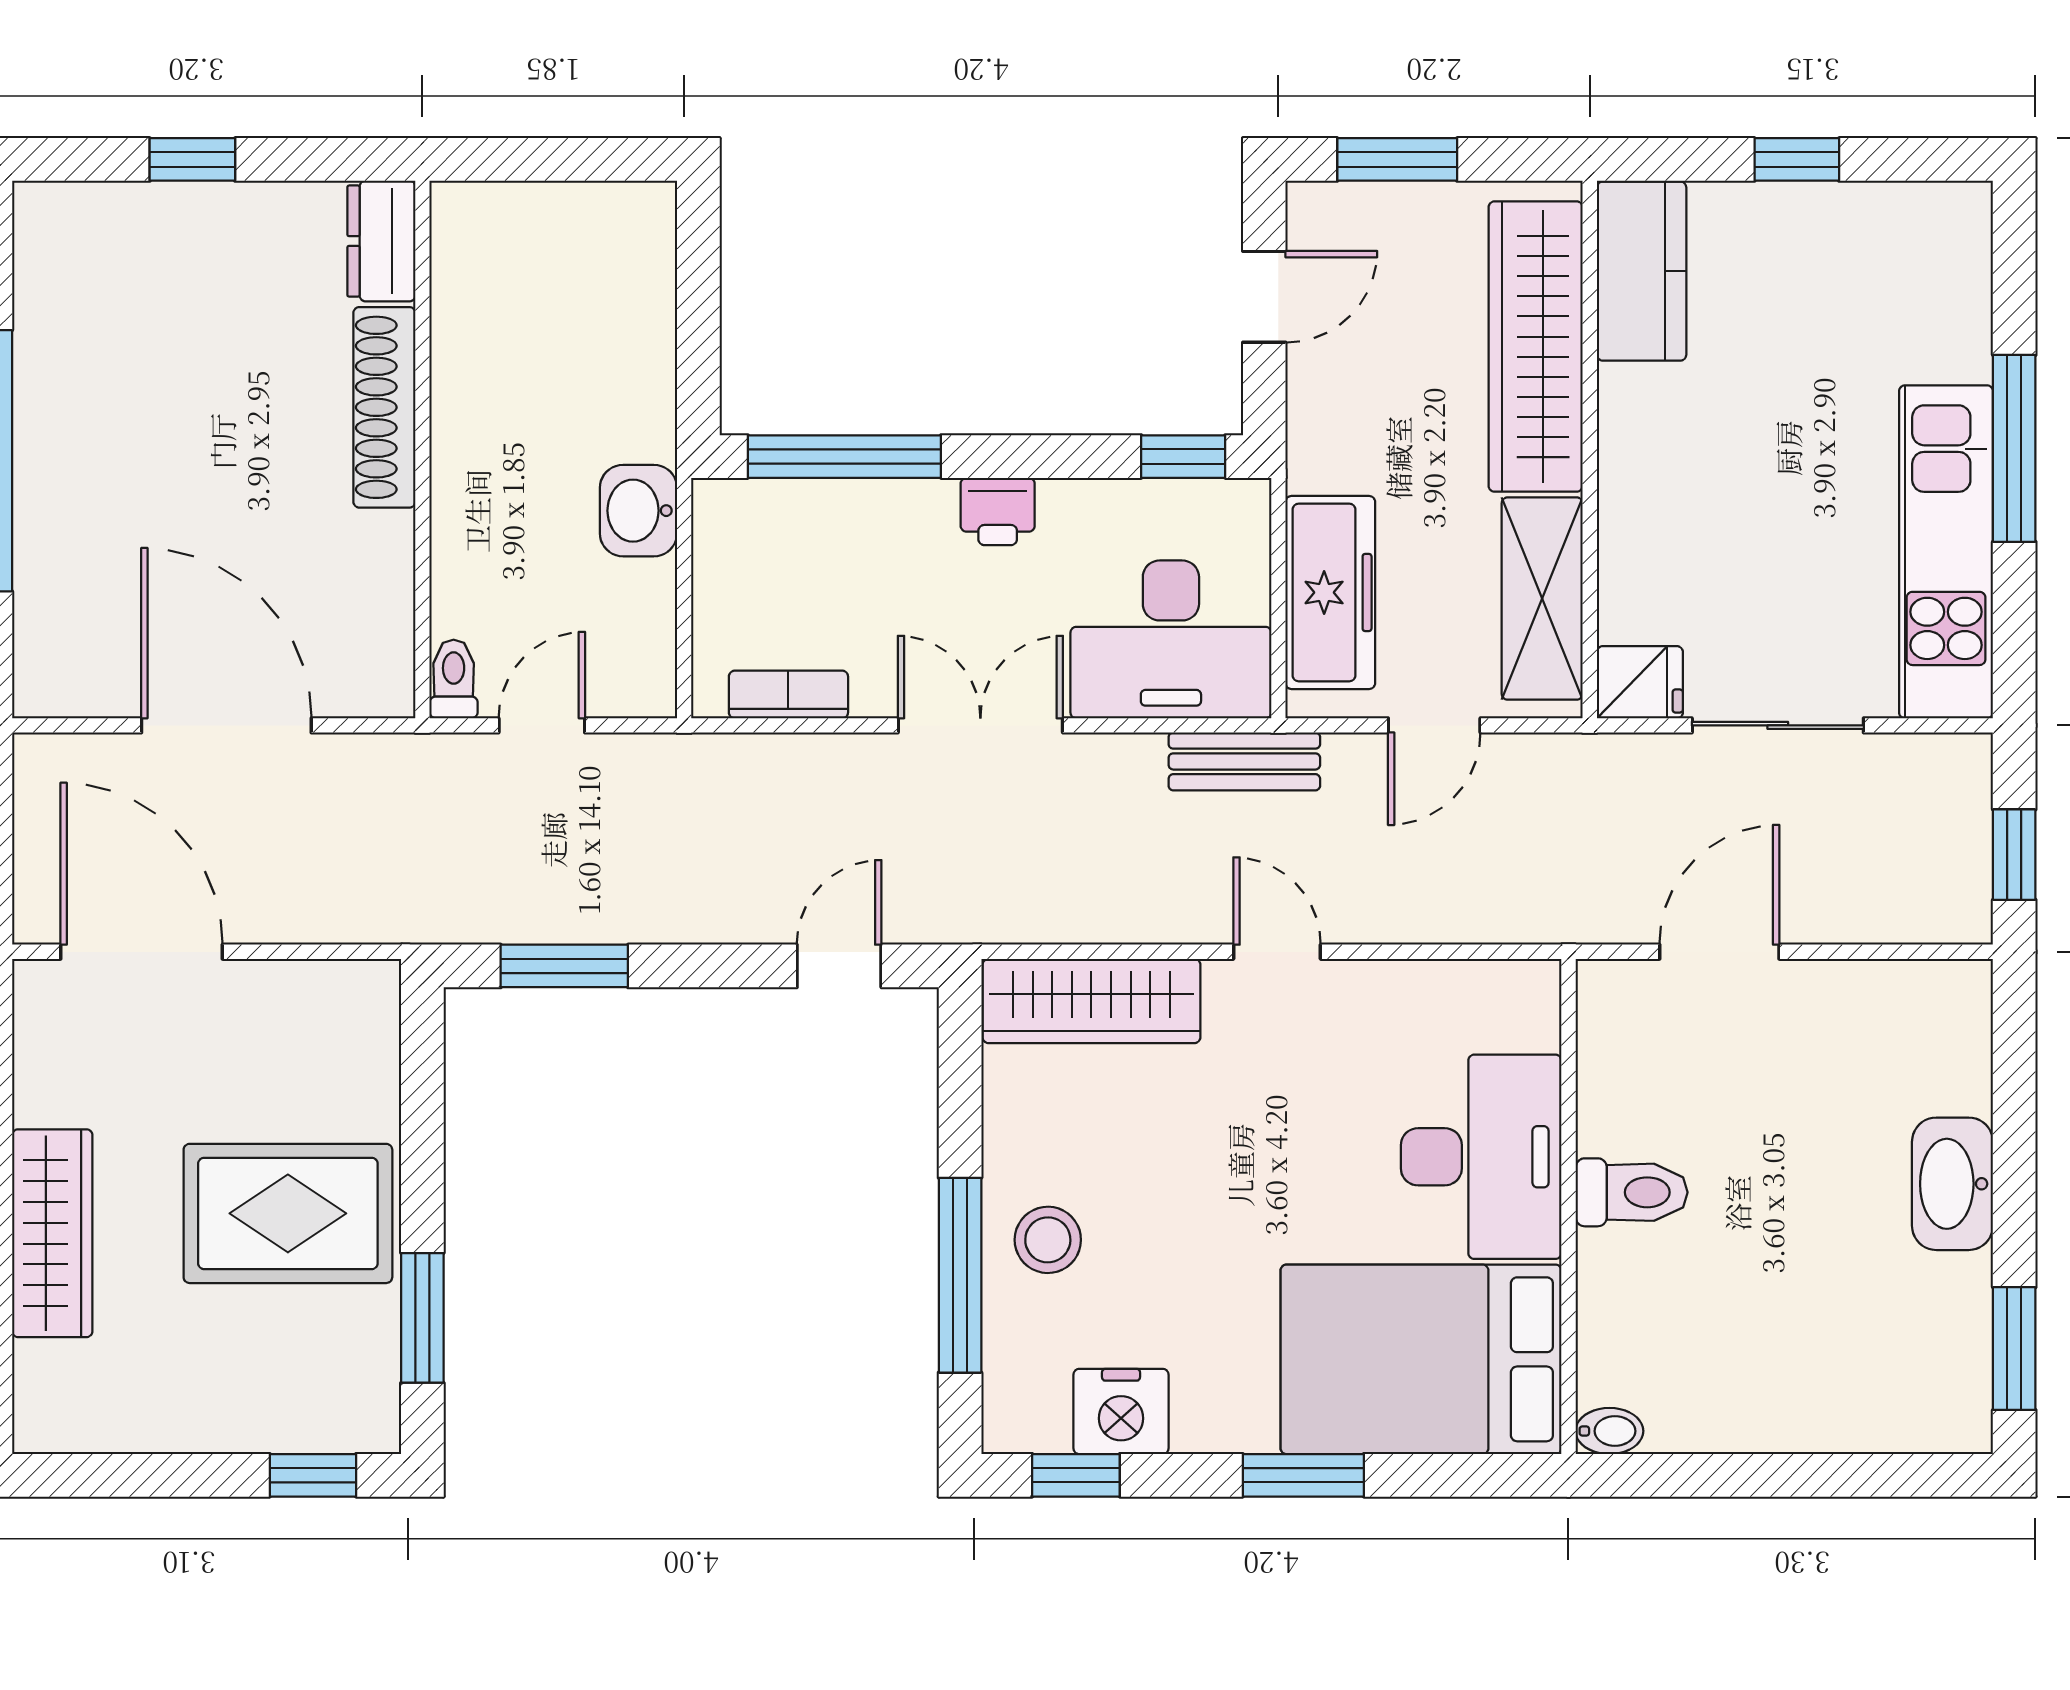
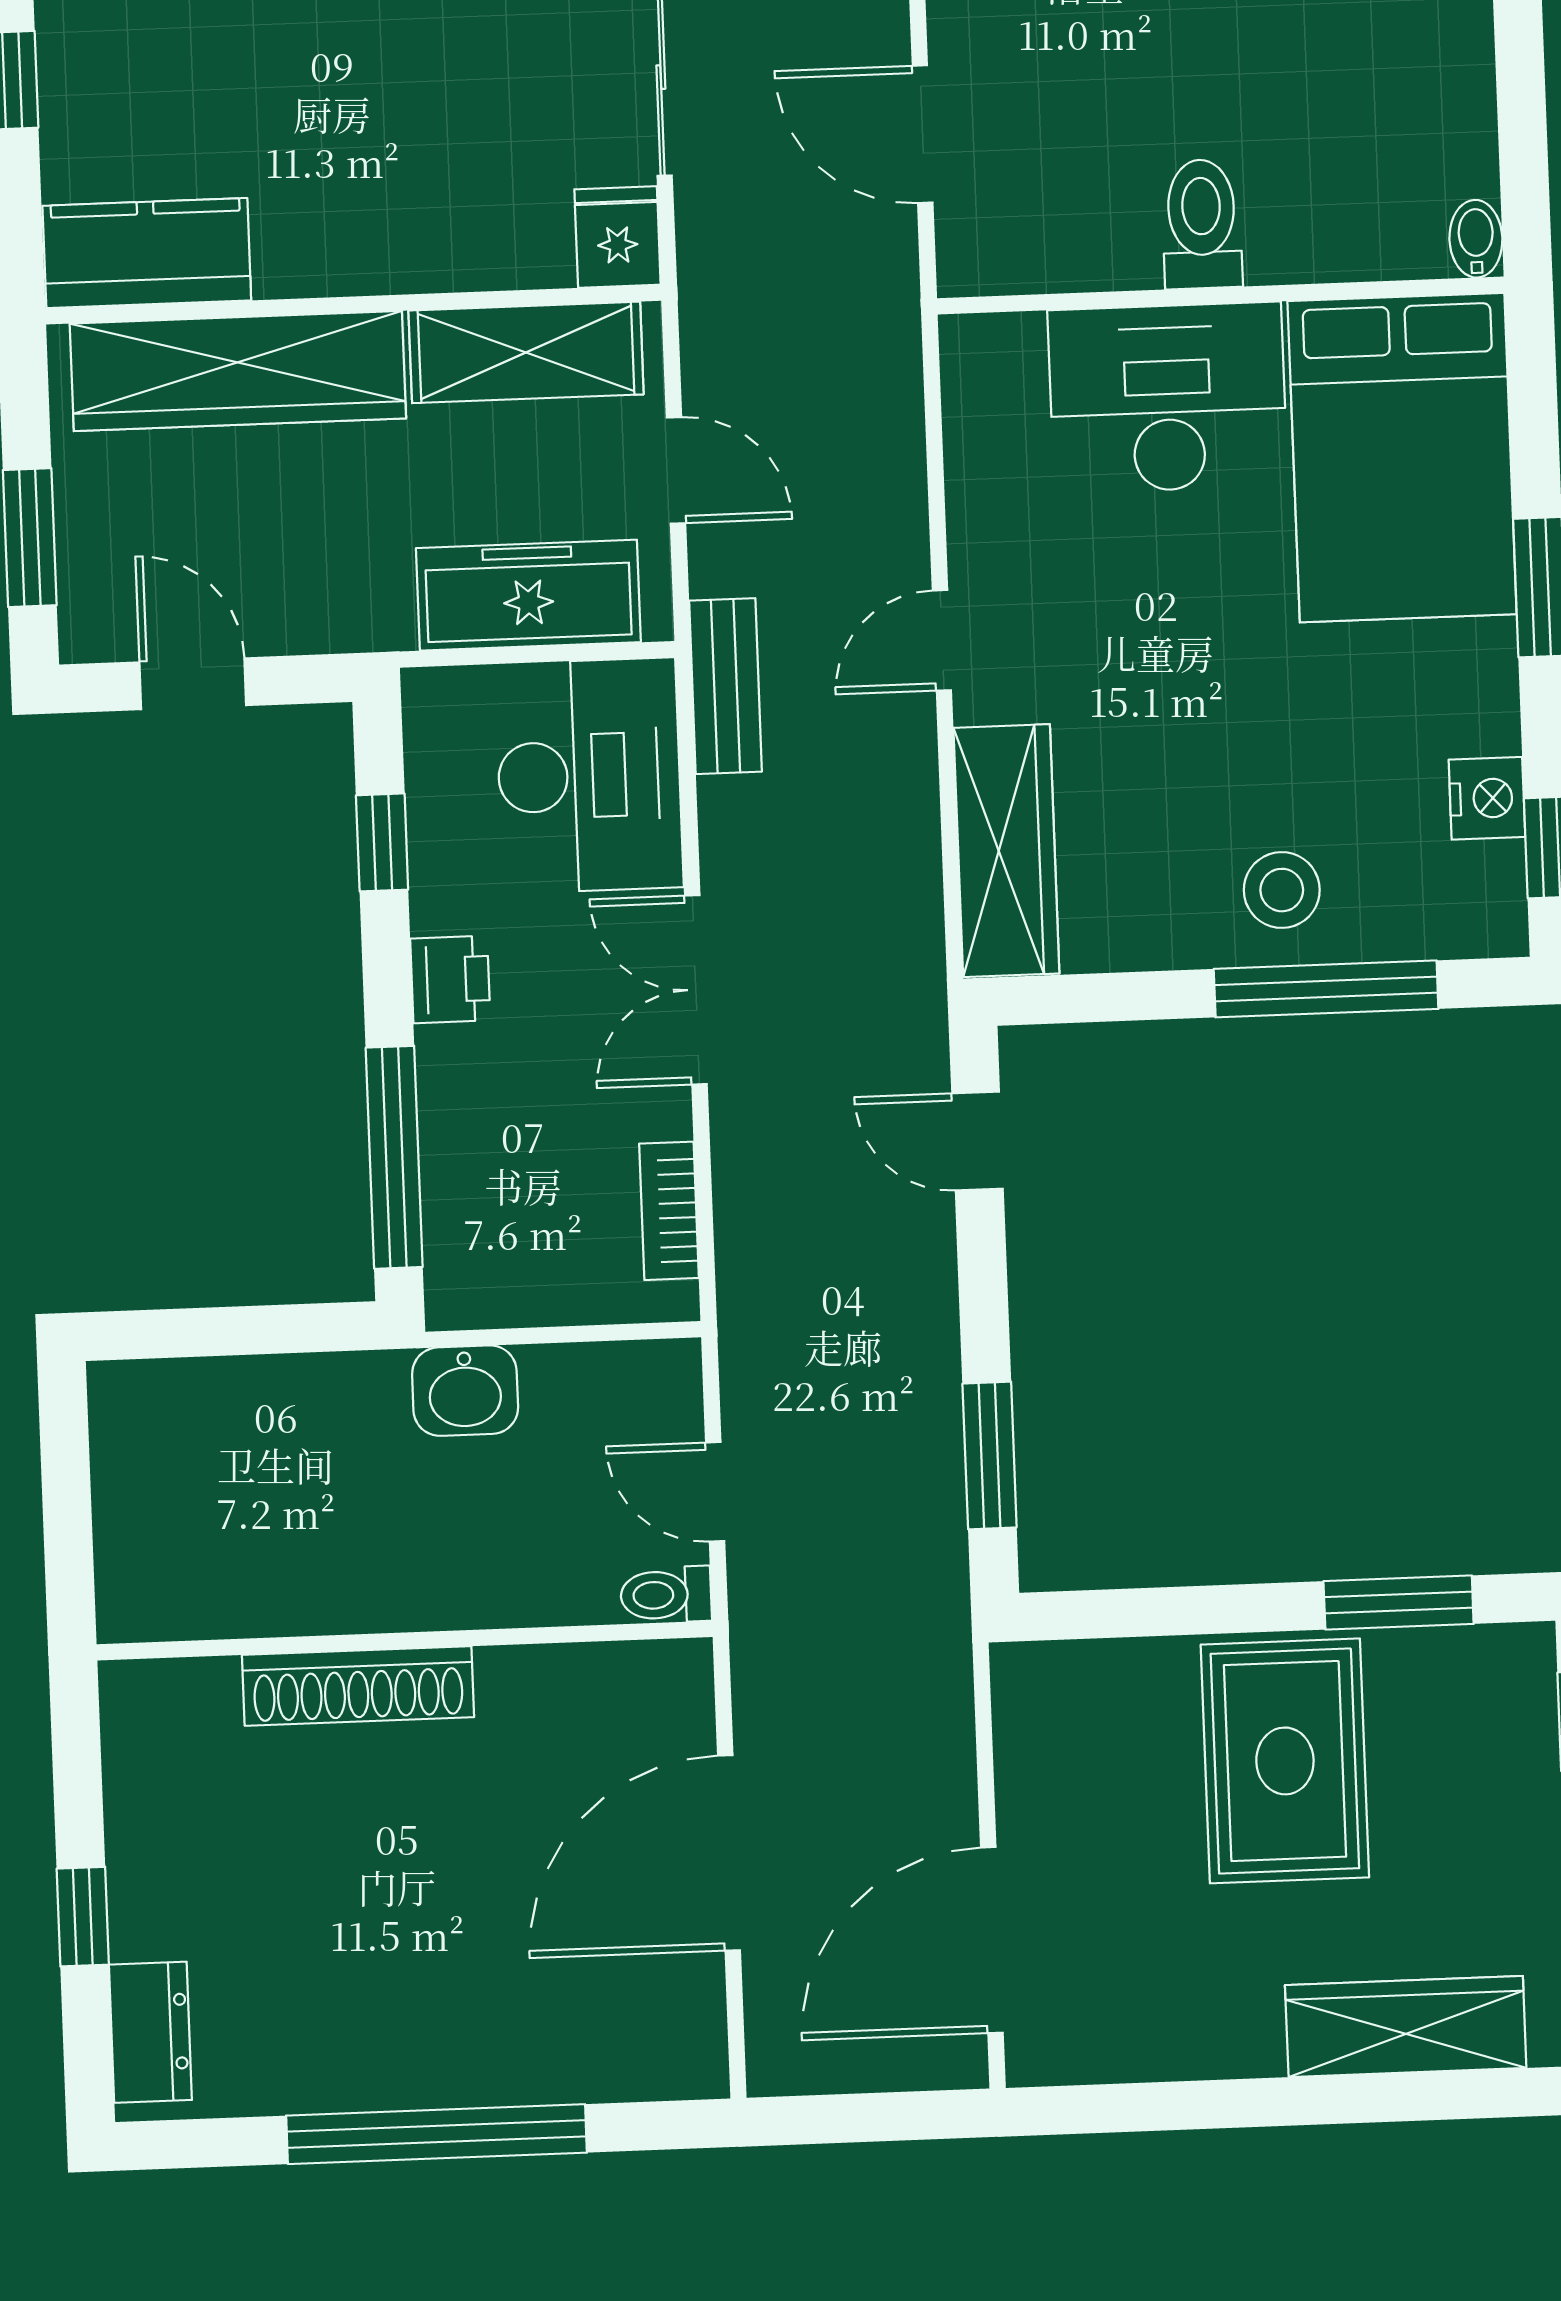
dresser: (381, 241) -> (150, 2032), moved, turned -90
window: (1183, 457) -> (382, 842), moved
wardrobe: (52, 1233) -> (1406, 2026), moved
nightstand: (1121, 1411) -> (1487, 798), width x0.74, depth x0.75

